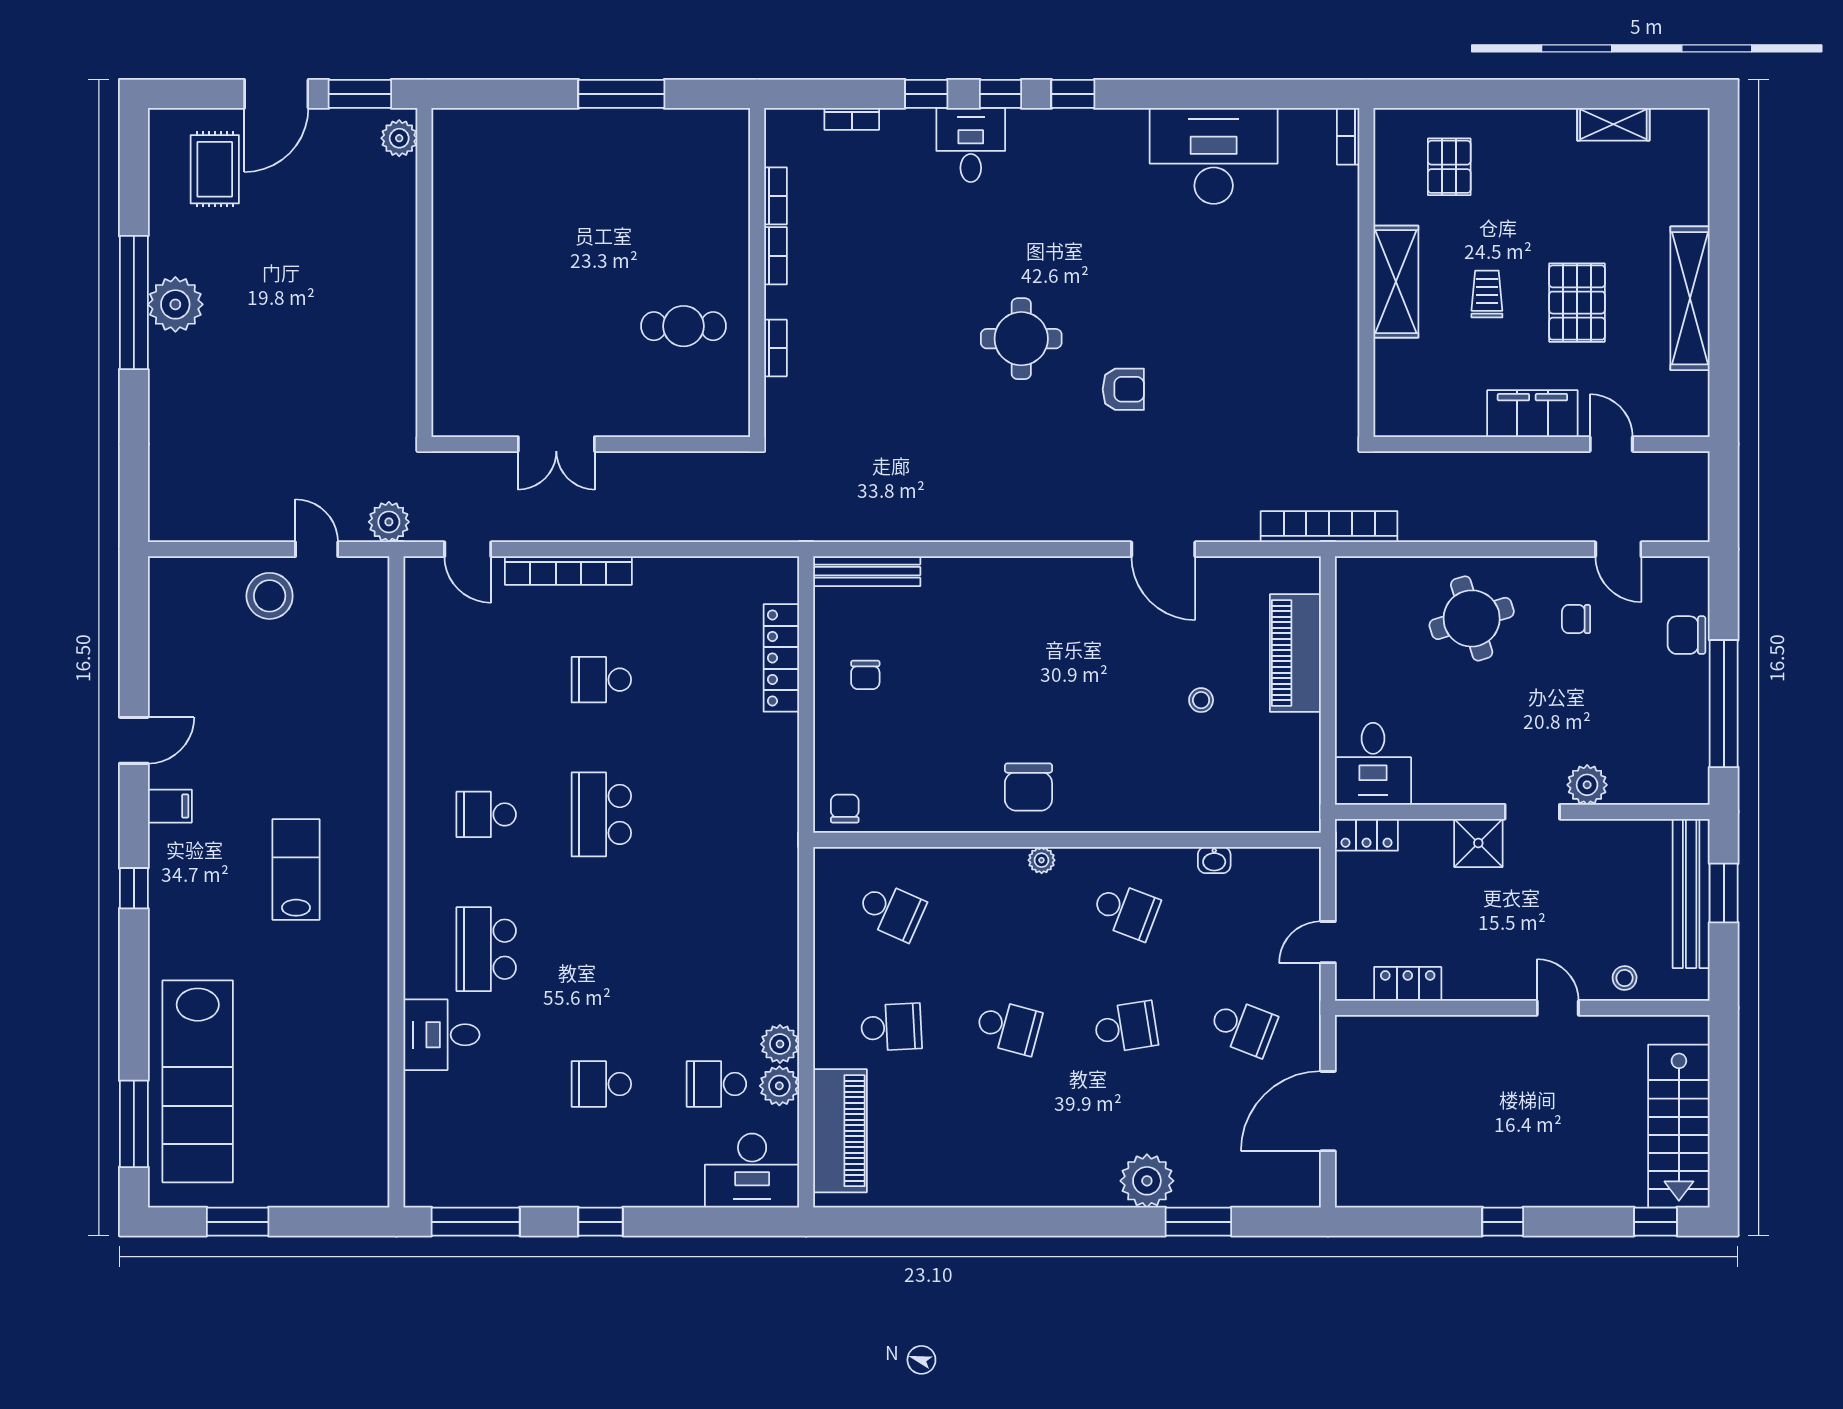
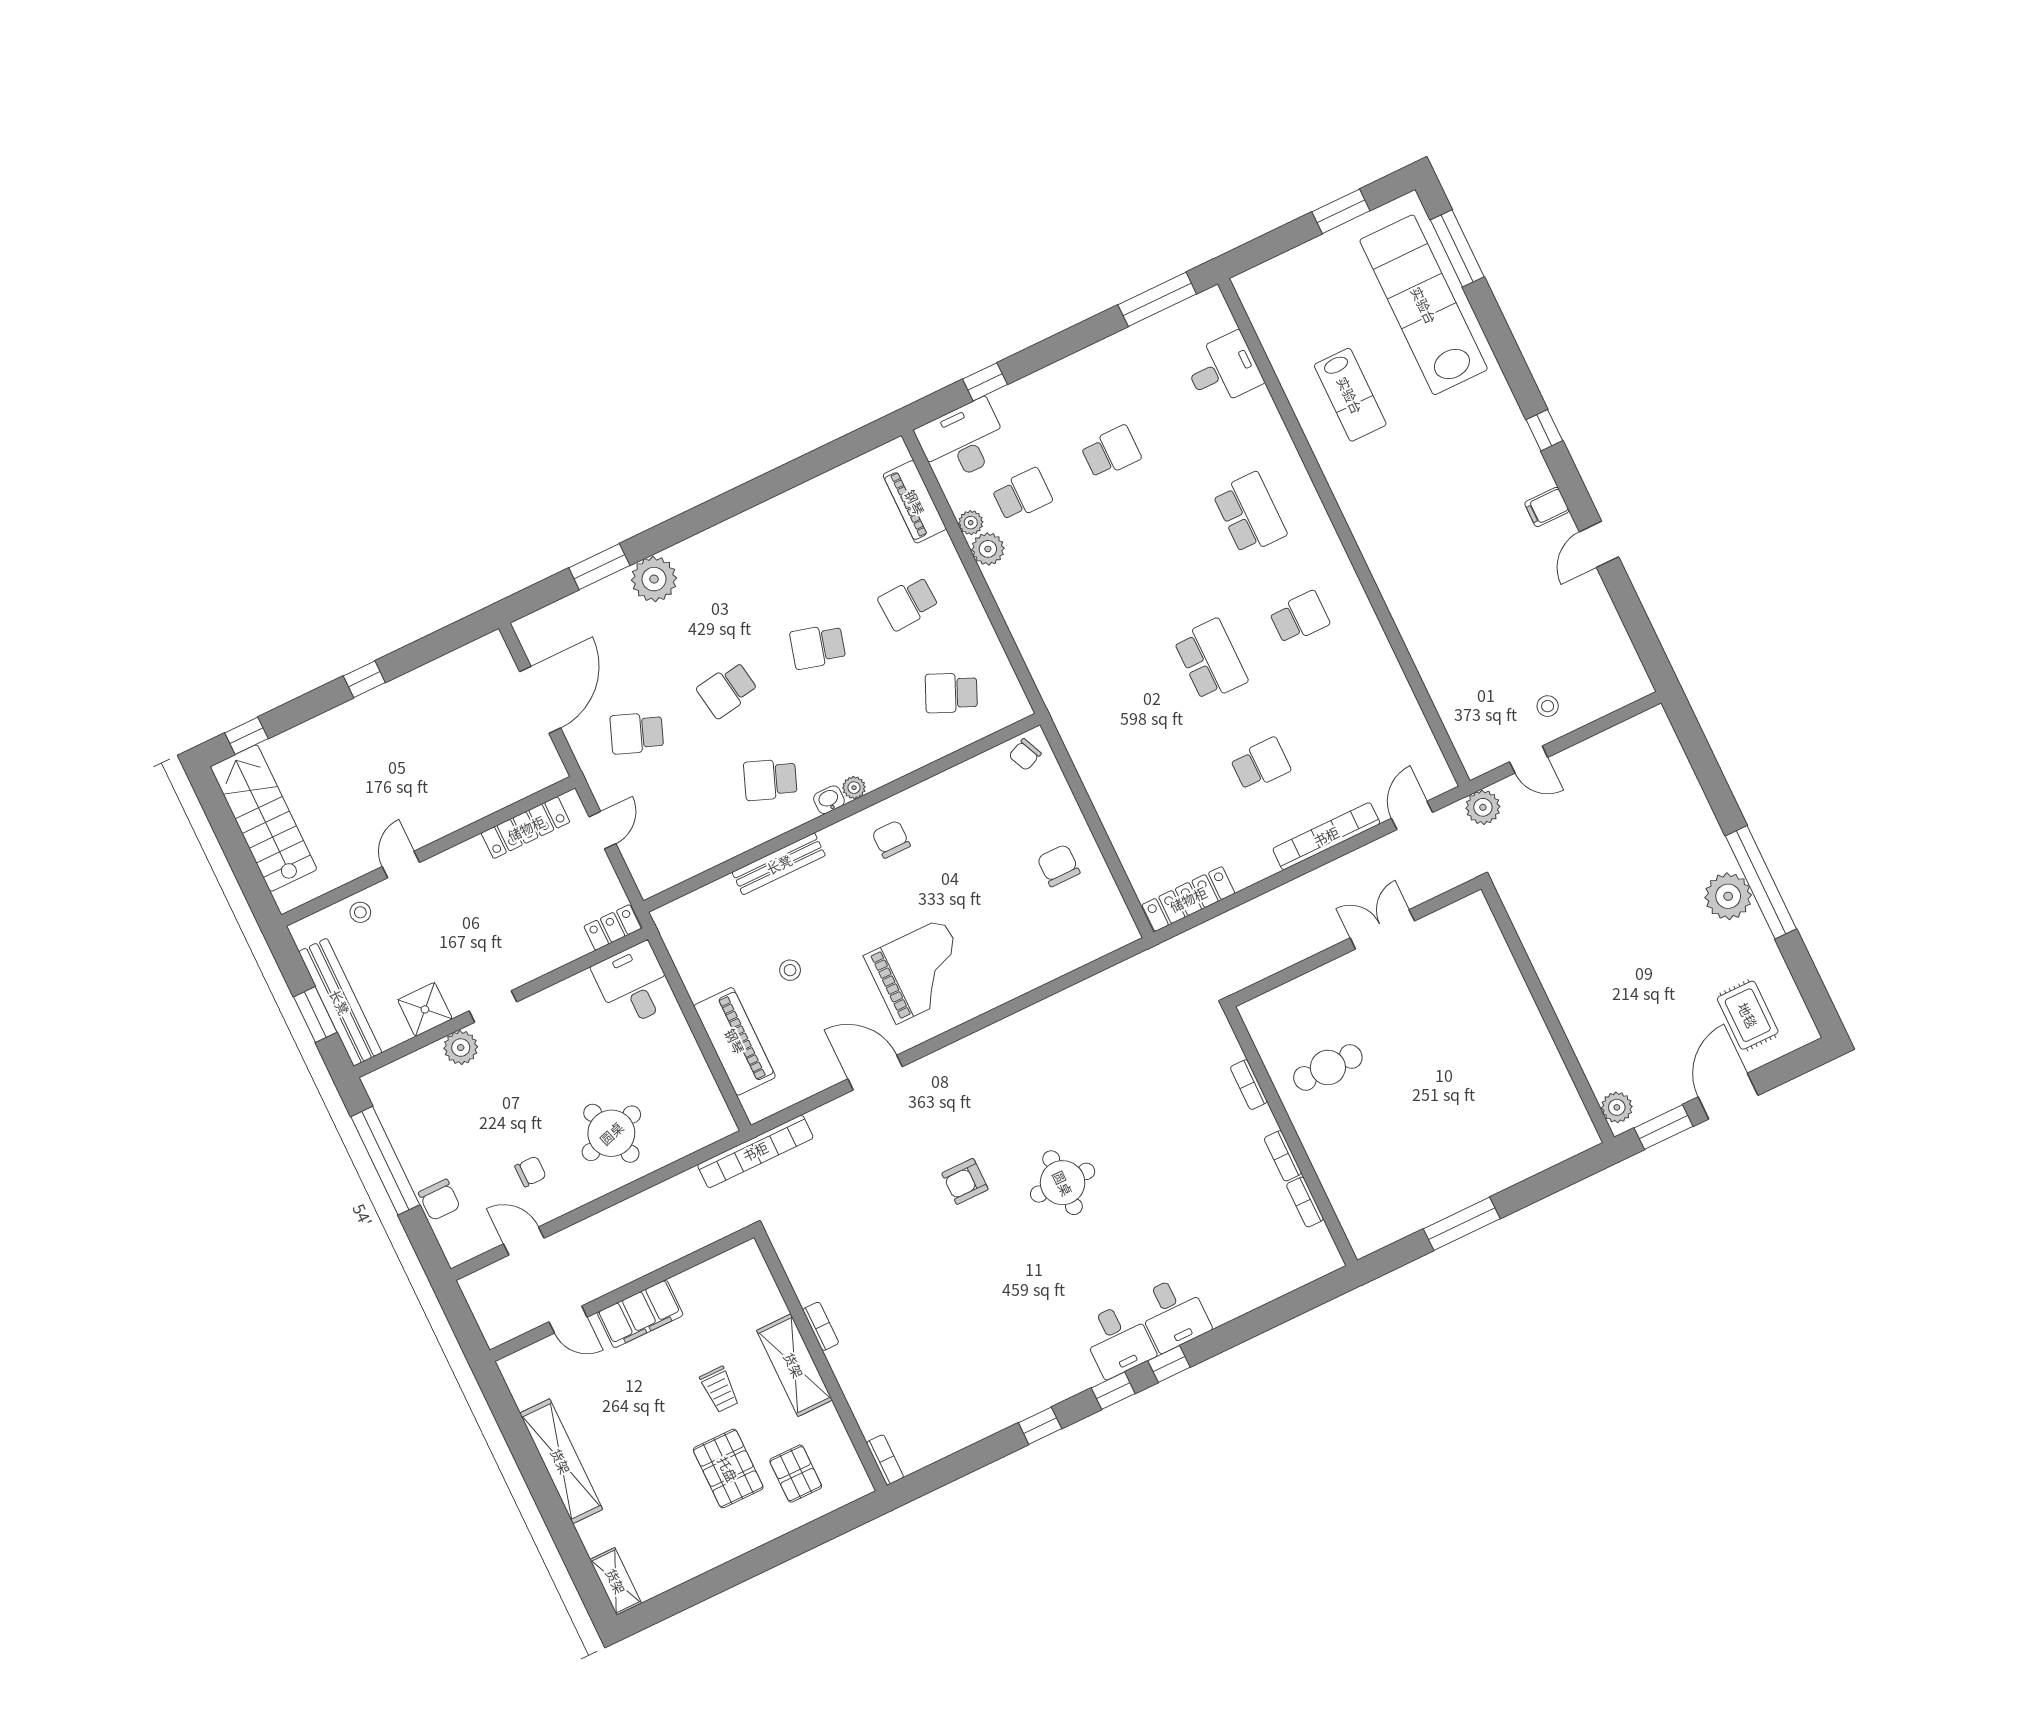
window: (926, 94) -> (1040, 1426), moved
bookcase: (852, 119) -> (821, 1326), moved, turned 90
shelving: (1613, 124) -> (616, 1581), moved, turned 90
desk: (1214, 156) -> (1118, 1340), moved, width x0.53, depth x0.77
pallet: (1577, 303) -> (728, 1469), moved
door: (468, 549) -> (1412, 815), hinge flipped
bench: (867, 571) -> (779, 864), moved
stool: (270, 596) -> (1548, 706), width x0.53, depth x0.53
grand piano: (1065, 634) -> (919, 971), added
chair: (1686, 635) -> (439, 1200), turned 90
locker: (781, 658) -> (1188, 899), moved, turned -90
chair: (865, 675) -> (1059, 865), width x1.37, depth x1.37
chair: (1028, 787) -> (891, 839), width x0.73, depth x0.73
chair: (845, 809) -> (1025, 755), turned 66
shower: (1478, 843) -> (425, 1009), moved
washbasin: (1214, 860) -> (829, 800), moved
lab bench: (296, 869) -> (1350, 395), moved
locker: (1408, 984) -> (526, 828), width x1.53
door: (1558, 1008) -> (401, 864), swing flipped
desk: (442, 1035) -> (1223, 370), moved
plant: (779, 1086) -> (971, 523), width x0.73, depth x0.73
piano: (840, 1131) -> (915, 502), width x0.73, depth x0.75
window: (601, 1222) -> (985, 382), moved

